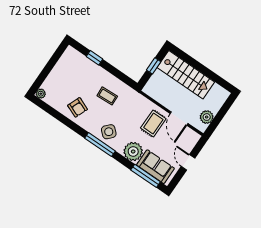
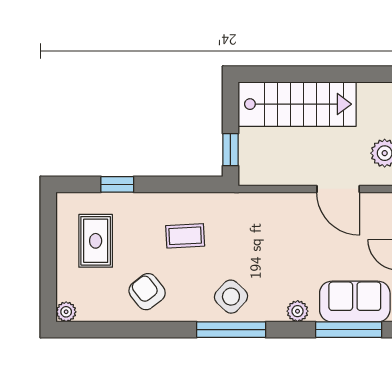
window: (154, 66) -> (230, 150), moved
armchair: (78, 107) -> (147, 292), turned -150
rug: (153, 123) -> (96, 241), moved
plant: (133, 152) -> (298, 311), width x0.53, depth x0.53

